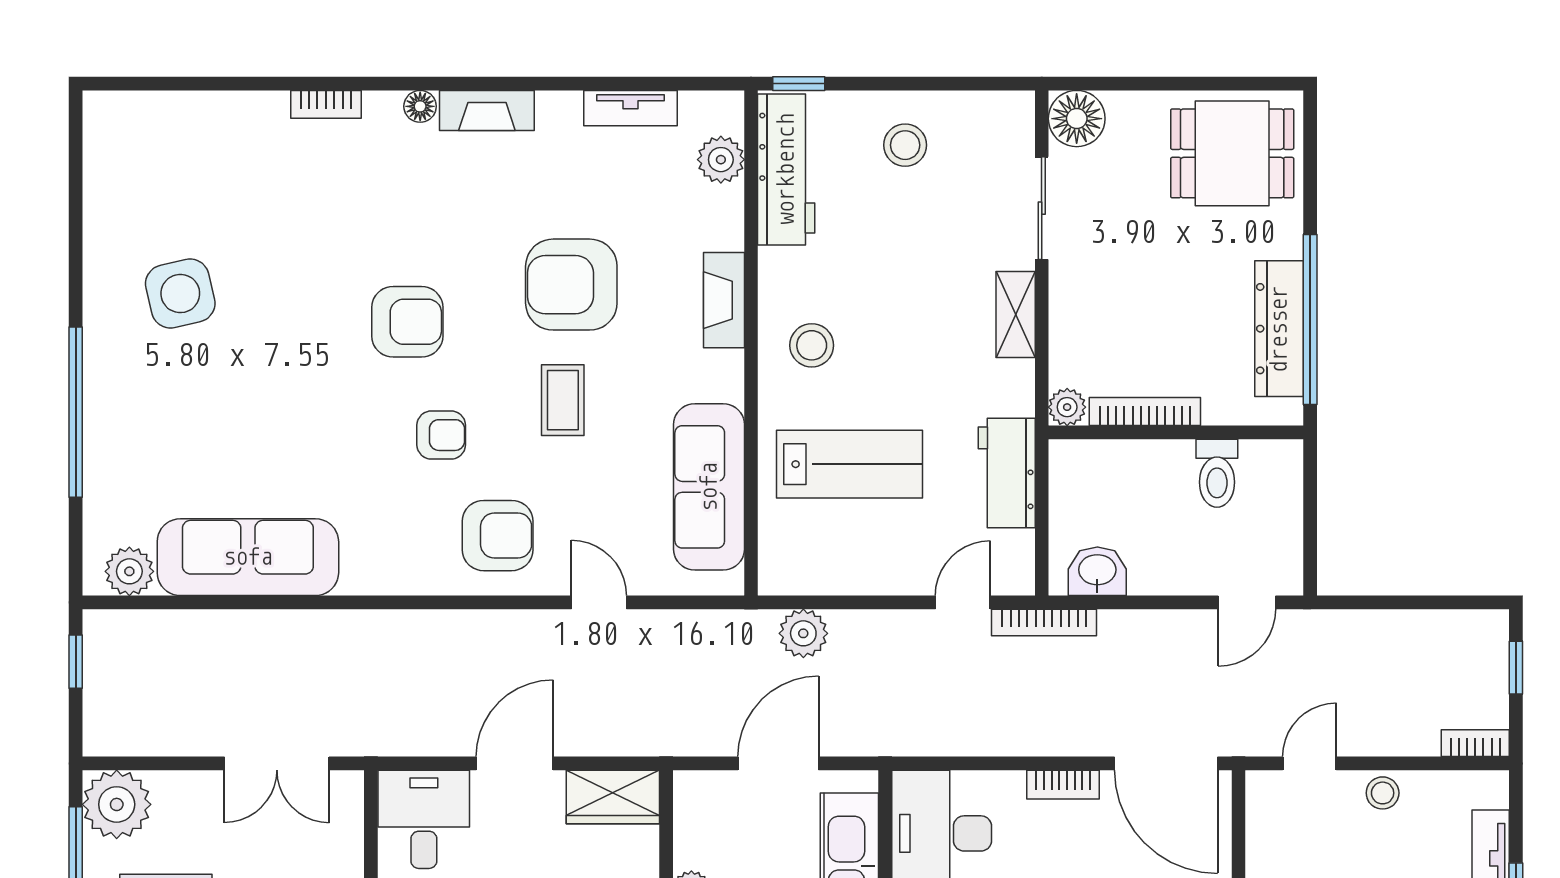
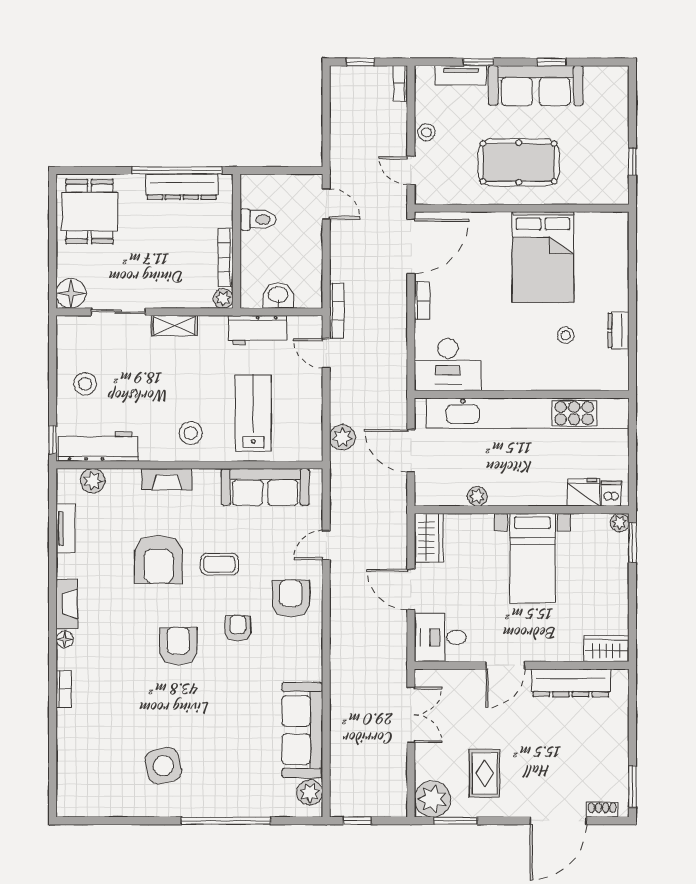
washbasin: (1097, 571) -> (278, 295), moved, turned 90

